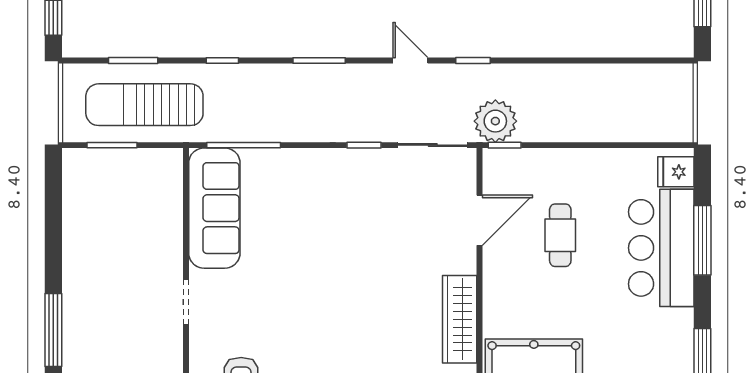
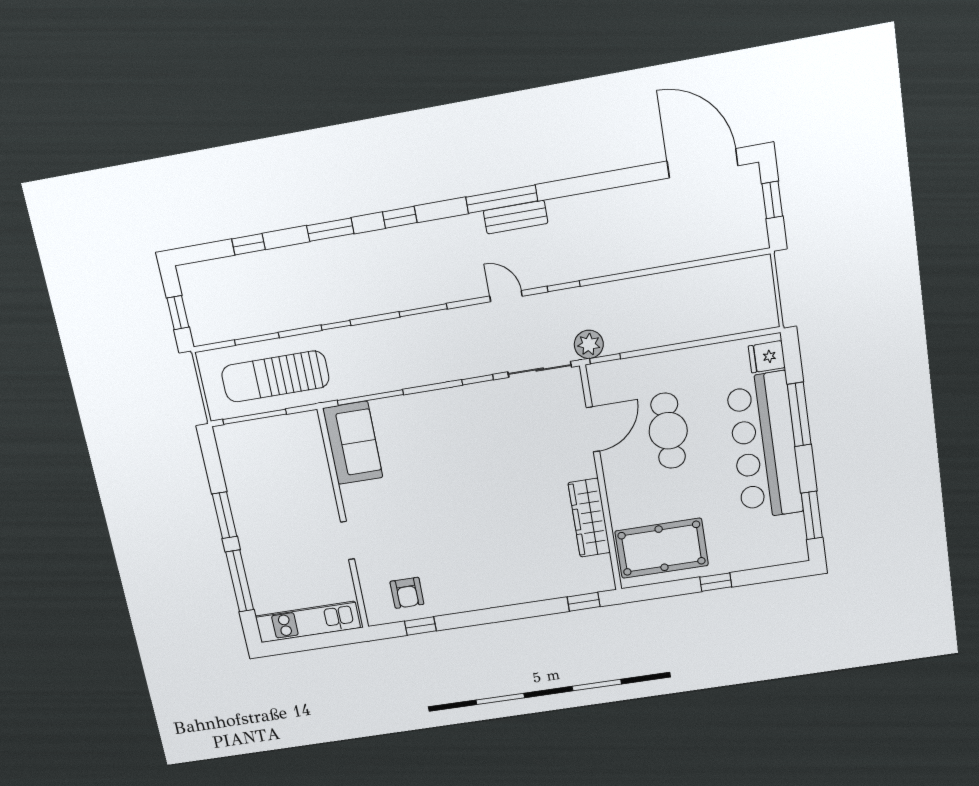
plant: (495, 121) -> (589, 344), width x0.73, depth x0.73
window: (112, 145) -> (255, 417), width x1.44
sofa: (214, 208) -> (353, 443), width x0.73
cafe table: (560, 235) -> (668, 431), width x1.37, depth x1.35
bar counter: (661, 248) -> (765, 446), width x1.36
window: (53, 251) -> (225, 515), added

